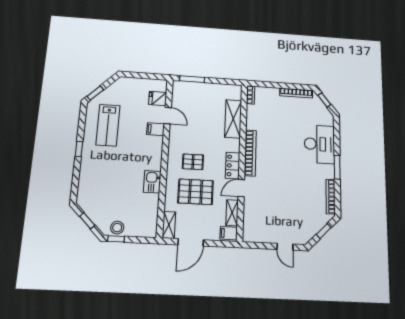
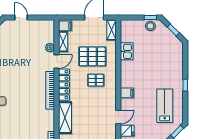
door: (168, 116) -> (118, 117), swing flipped
filing cabinet: (156, 129) -> (127, 93), moved
locker: (233, 166) -> (64, 85), width x1.53
kitchen sink: (152, 182) -> (127, 51), moved
plant: (249, 206) -> (50, 48), added

